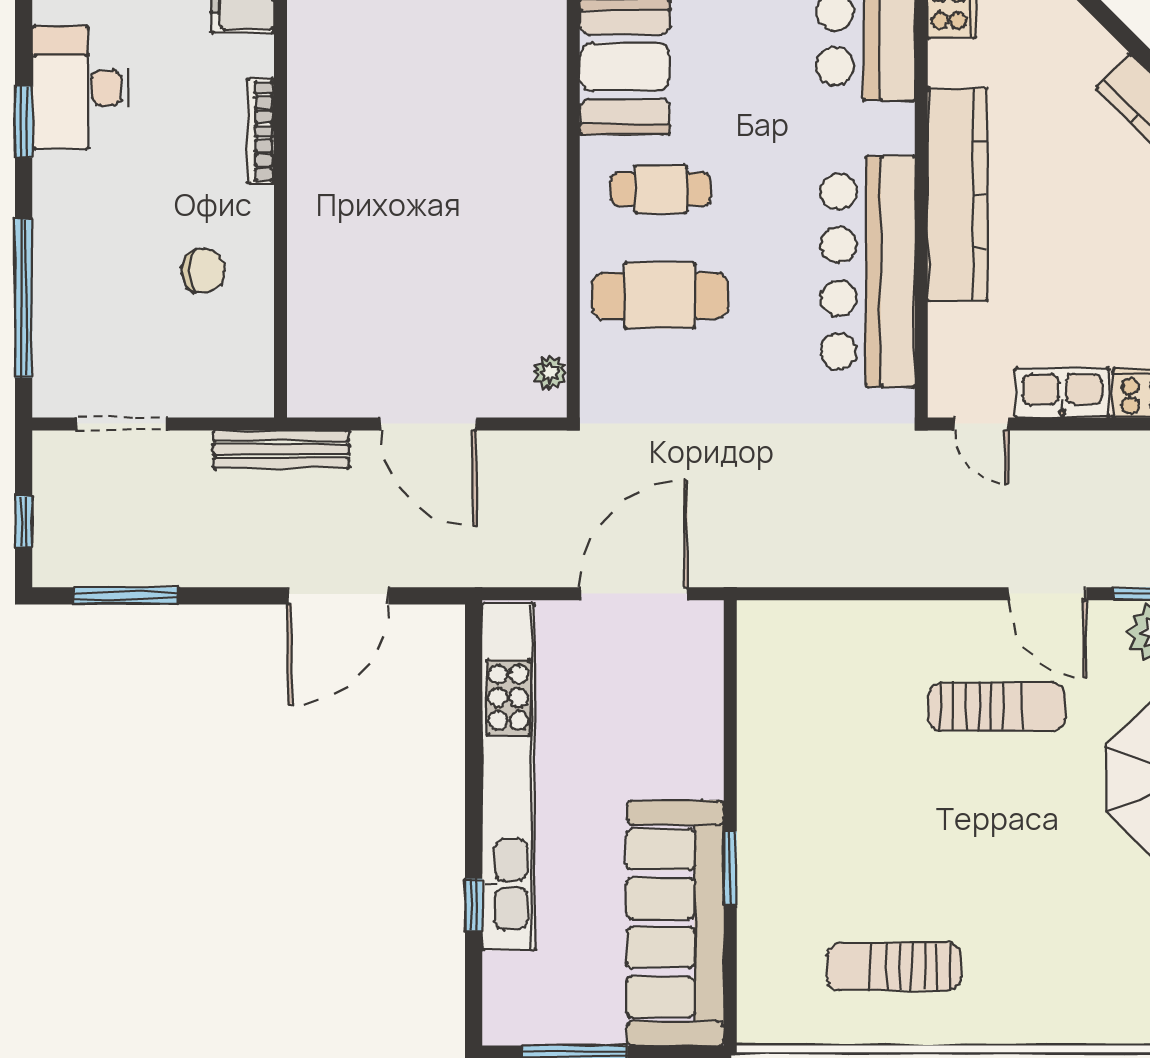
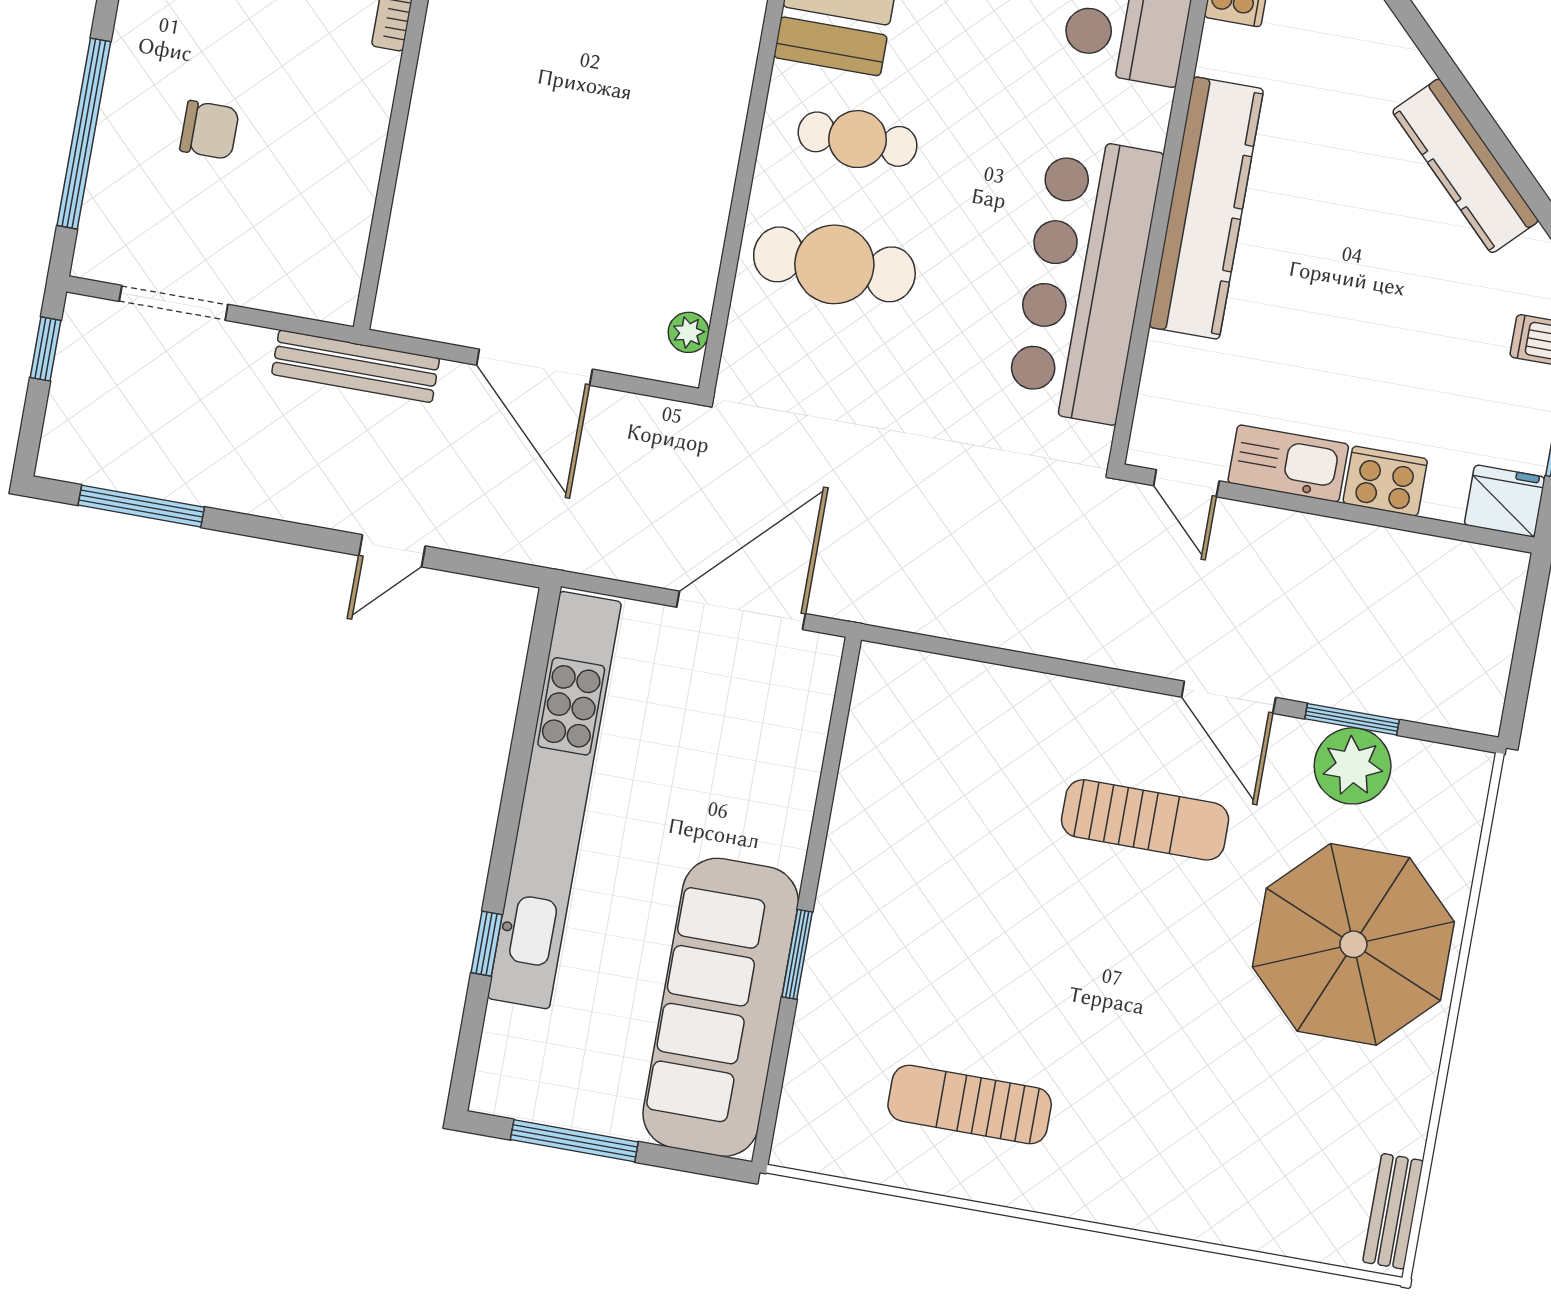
chair: (203, 270) -> (209, 130), moved
window: (24, 522) -> (46, 349), moved
door: (338, 596) -> (392, 551), width x0.53

